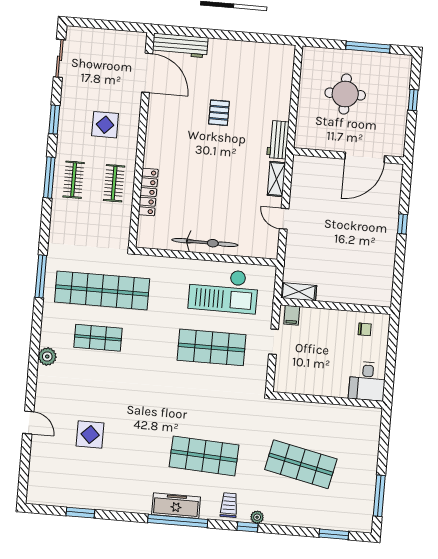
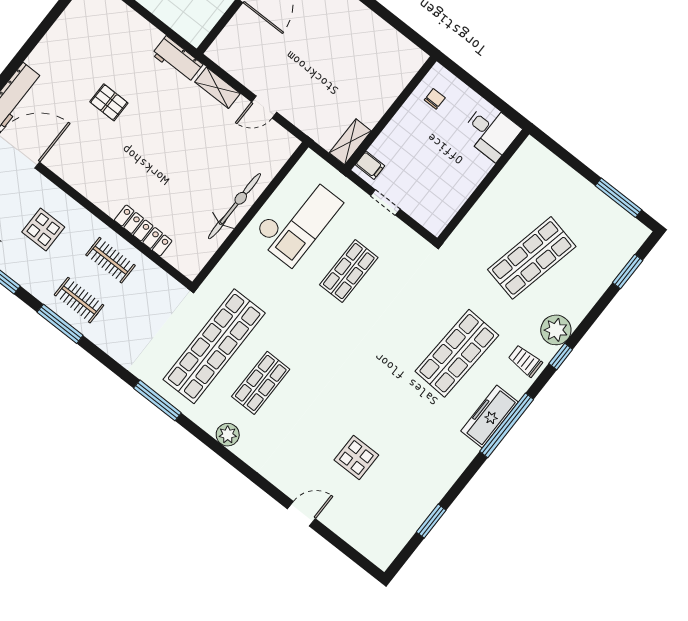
shop shelf: (212, 347) -> (349, 271), width x0.70, depth x0.74
plant: (47, 356) -> (228, 435), moved
plant: (257, 517) -> (556, 330), width x1.88, depth x1.88

